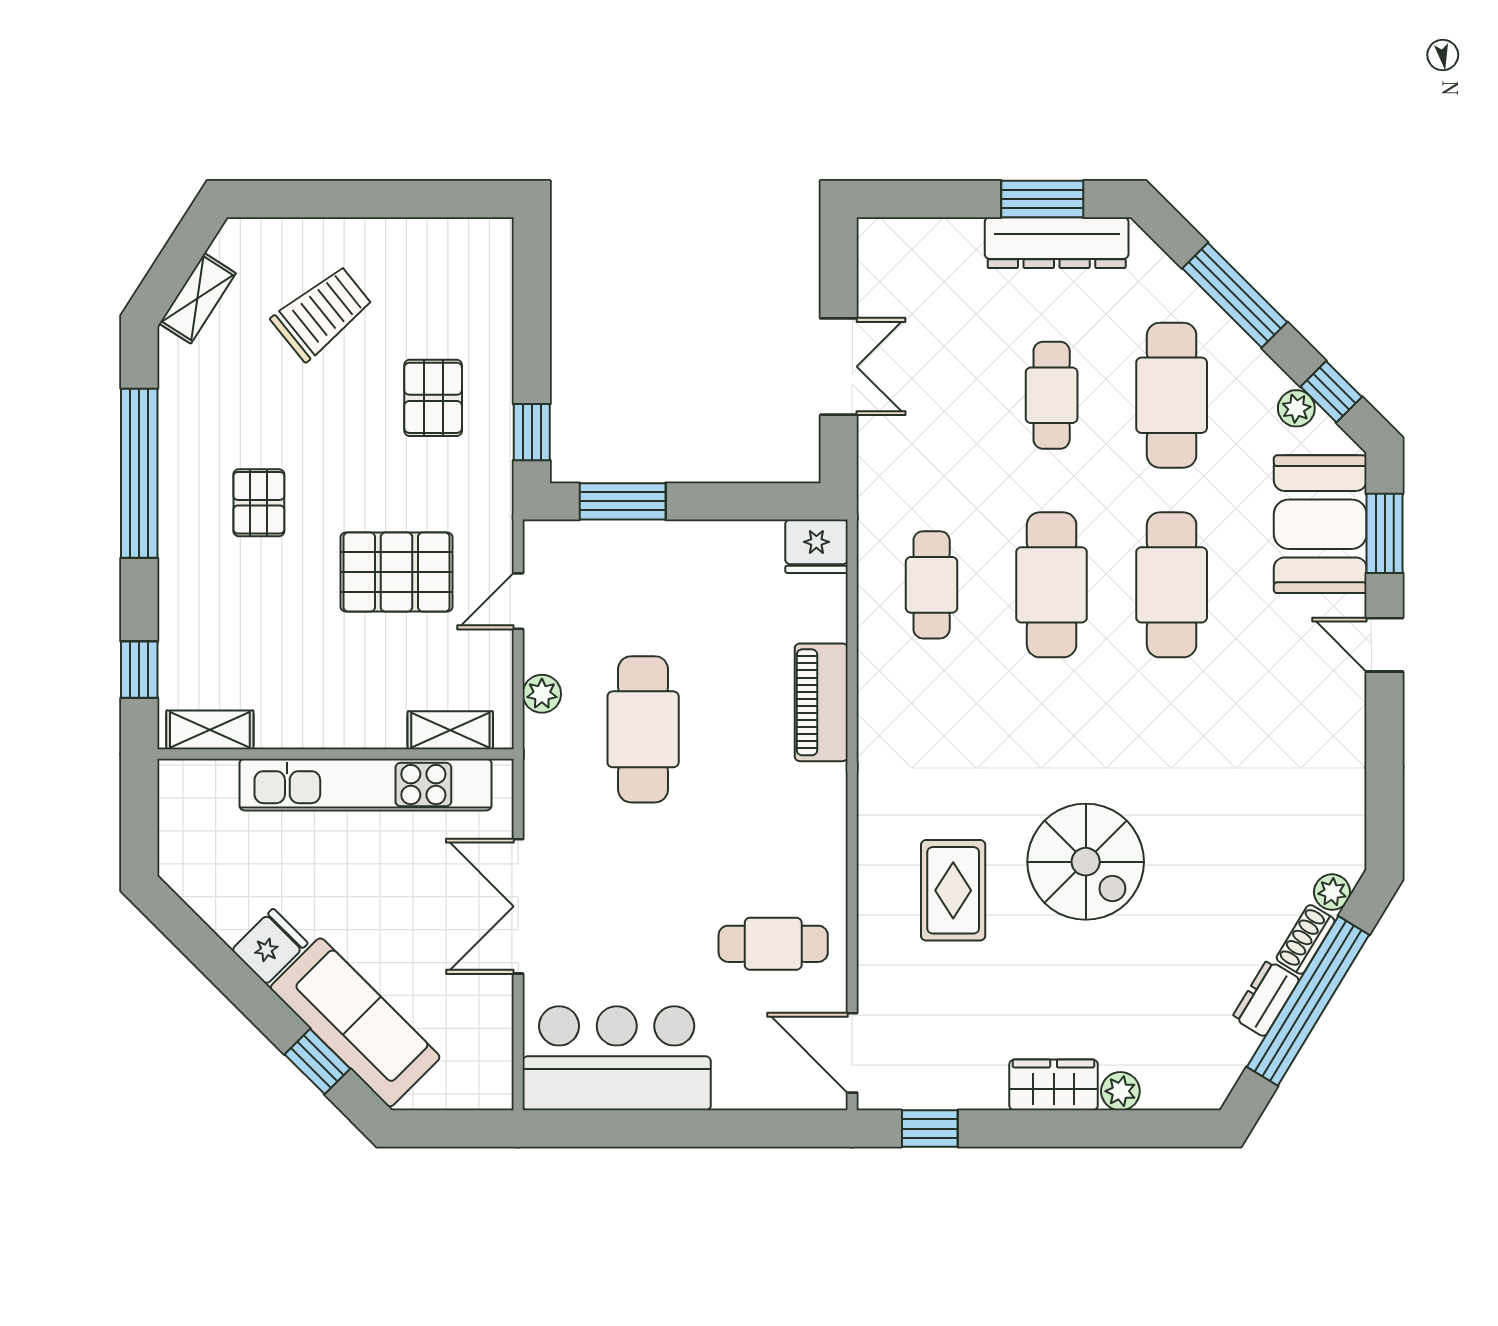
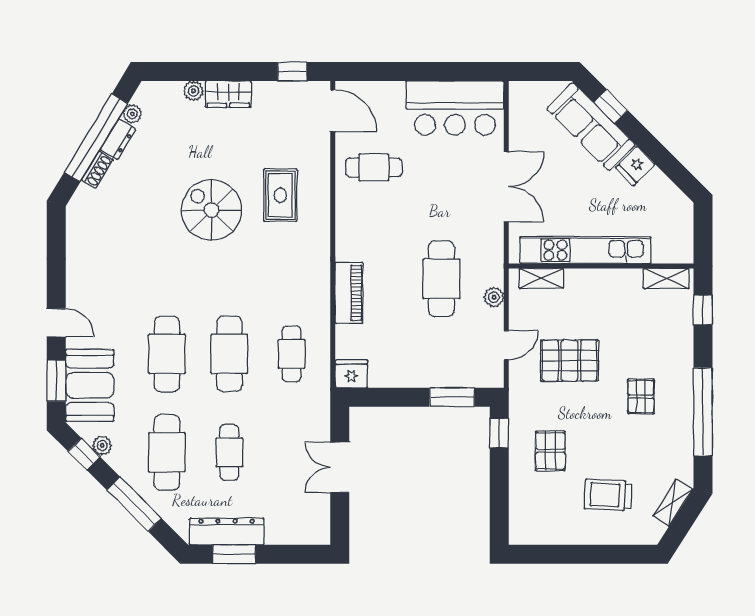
trolley: (322, 313) -> (608, 495), turned 42
plant: (1332, 892) -> (132, 114), moved

